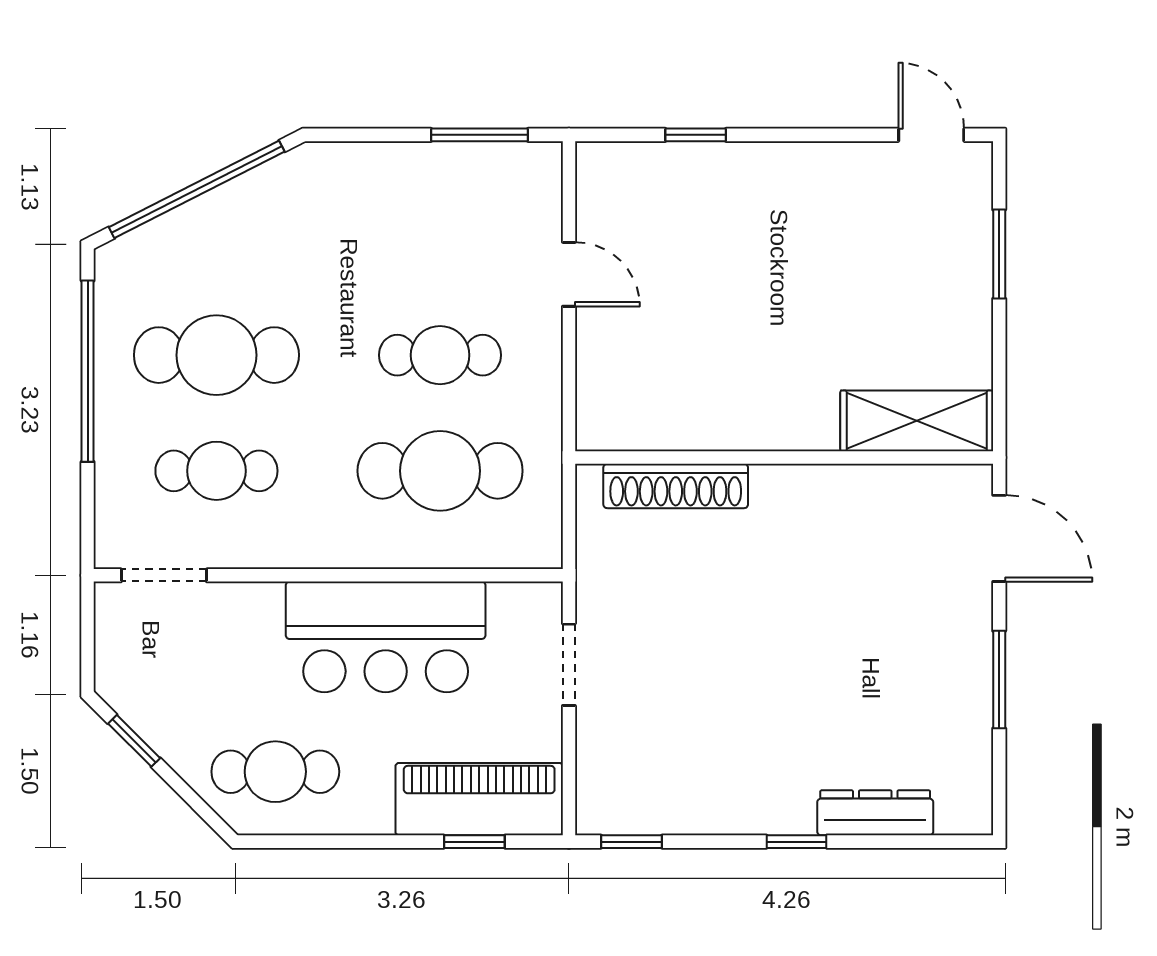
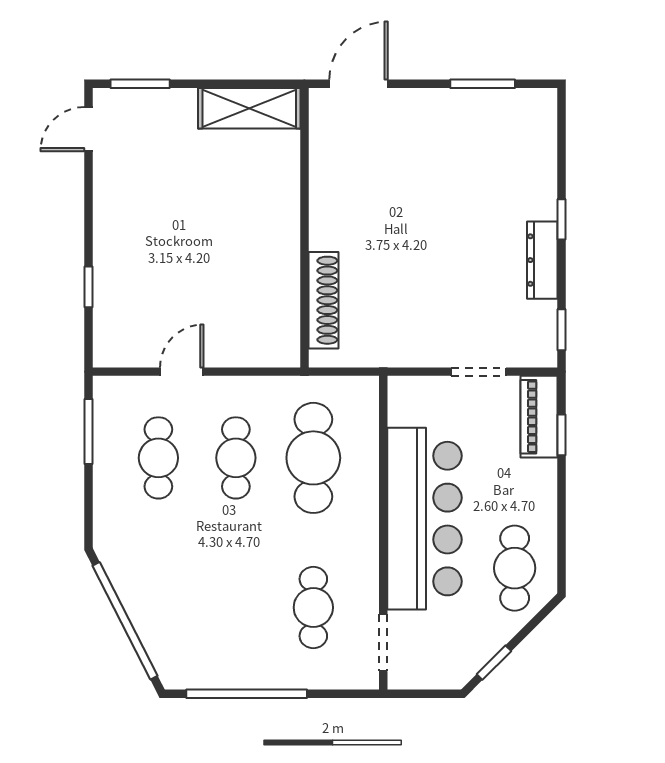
window: (999, 254) -> (140, 84), moved
cafe table: (216, 355) -> (158, 458), moved, width x0.73, depth x0.74
shelving: (917, 421) -> (249, 108), moved, turned 90
bar counter: (386, 637) -> (424, 519), width x1.36
doorway: (569, 665) -> (479, 372), moved
window: (999, 680) -> (483, 84), moved
piano: (479, 799) -> (539, 417), width x0.73, depth x0.75
dresser: (875, 813) -> (542, 260), moved

